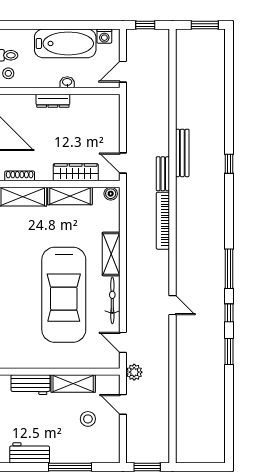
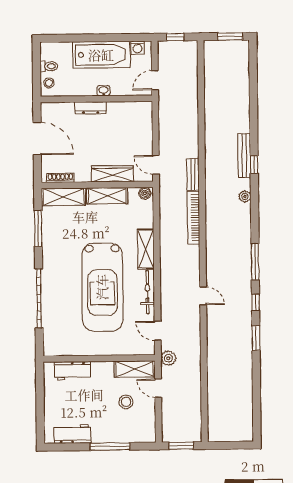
bench: (182, 153) -> (244, 155), moved
plant: (219, 198) -> (245, 196), added
shelving: (73, 384) -> (135, 369), moved

